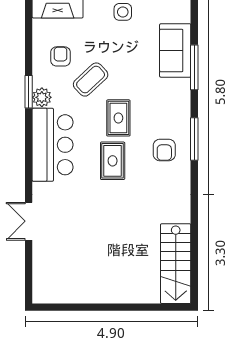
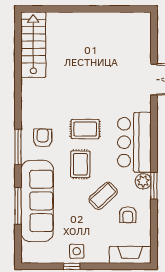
sofa: (175, 50) -> (37, 201), width x1.85, depth x1.27
rug: (113, 161) -> (85, 129), turned 90

